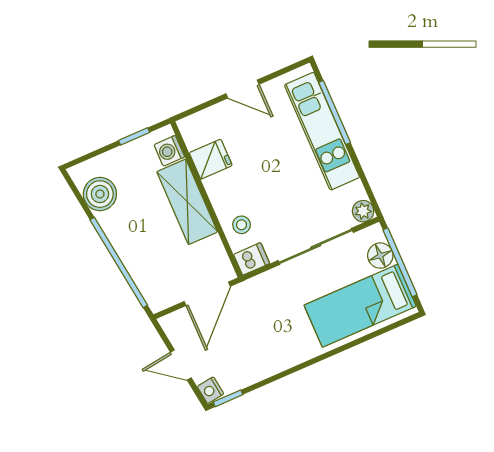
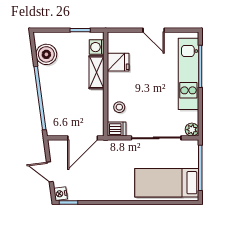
shelving: (187, 202) -> (97, 72), width x0.67, depth x0.75
floor lamp: (380, 256) -> (191, 159), removed

